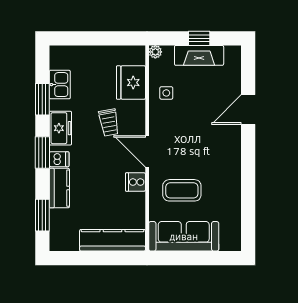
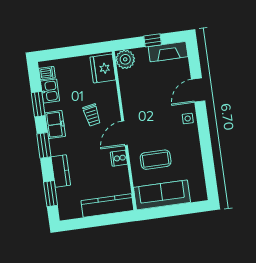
plant: (155, 52) -> (125, 59), width x1.88, depth x1.88
fireplace: (199, 55) -> (168, 52), moved
fridge: (131, 83) -> (103, 68), moved
side table: (166, 93) -> (188, 119), moved
door: (147, 151) -> (125, 133), hinge flipped
dishwasher: (59, 159) -> (47, 73), moved

